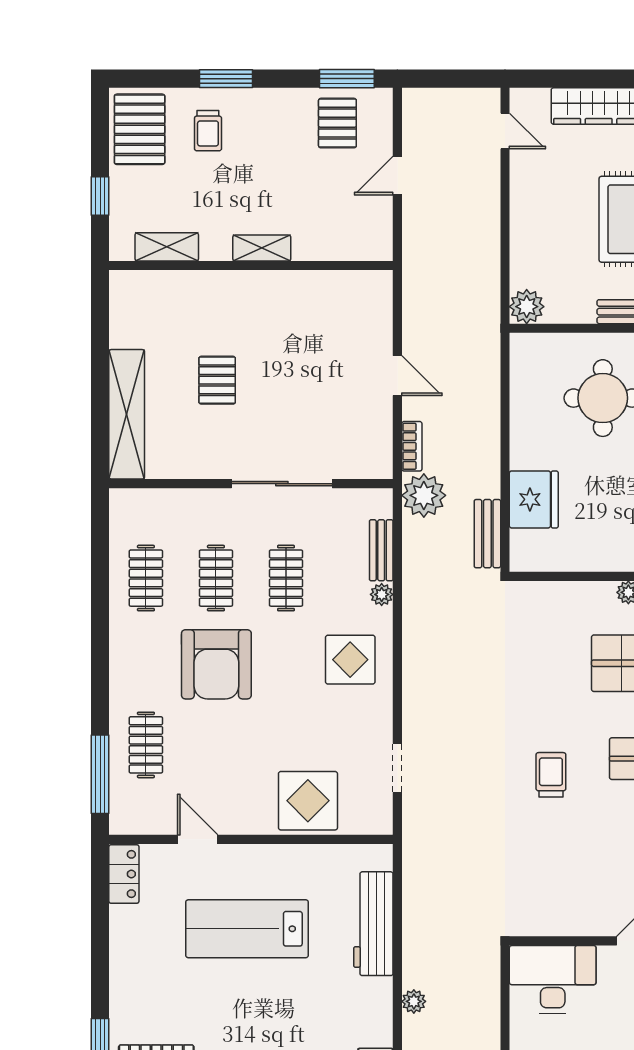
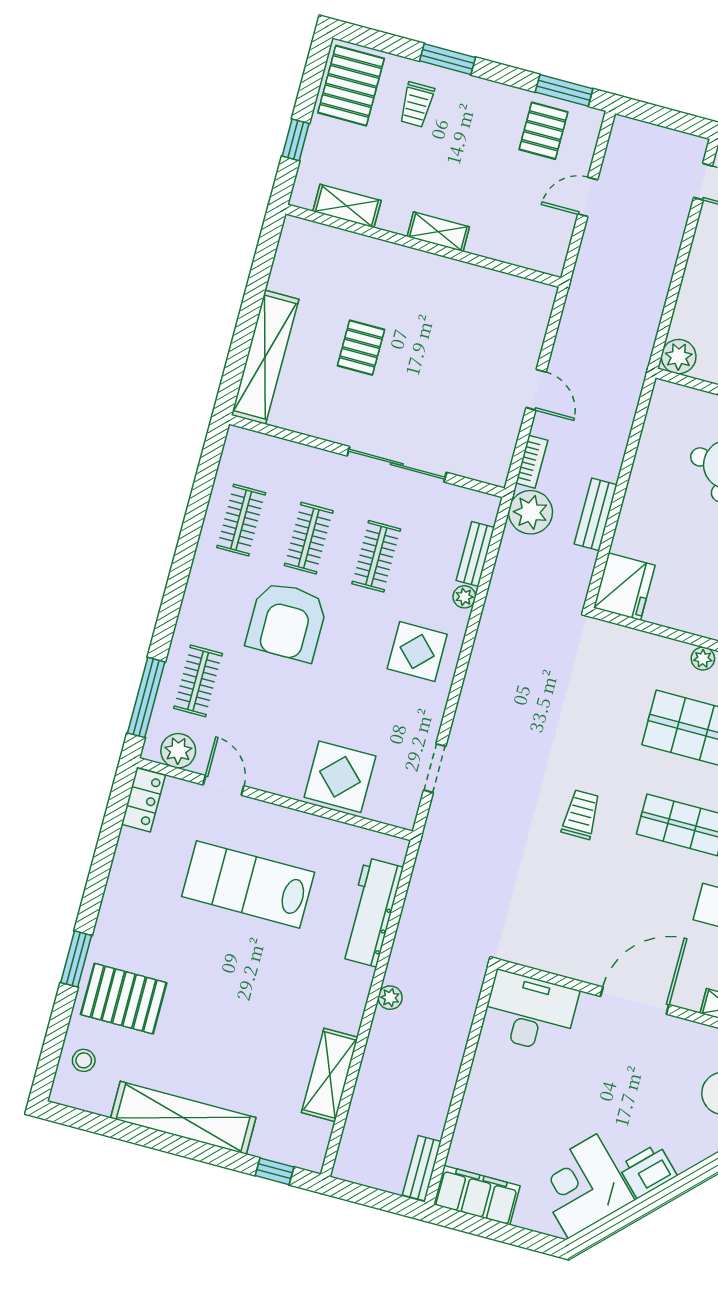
fridge: (534, 499) -> (624, 587), moved
bench: (487, 534) -> (596, 514), moved
plant: (145, 818) -> (178, 751), added

